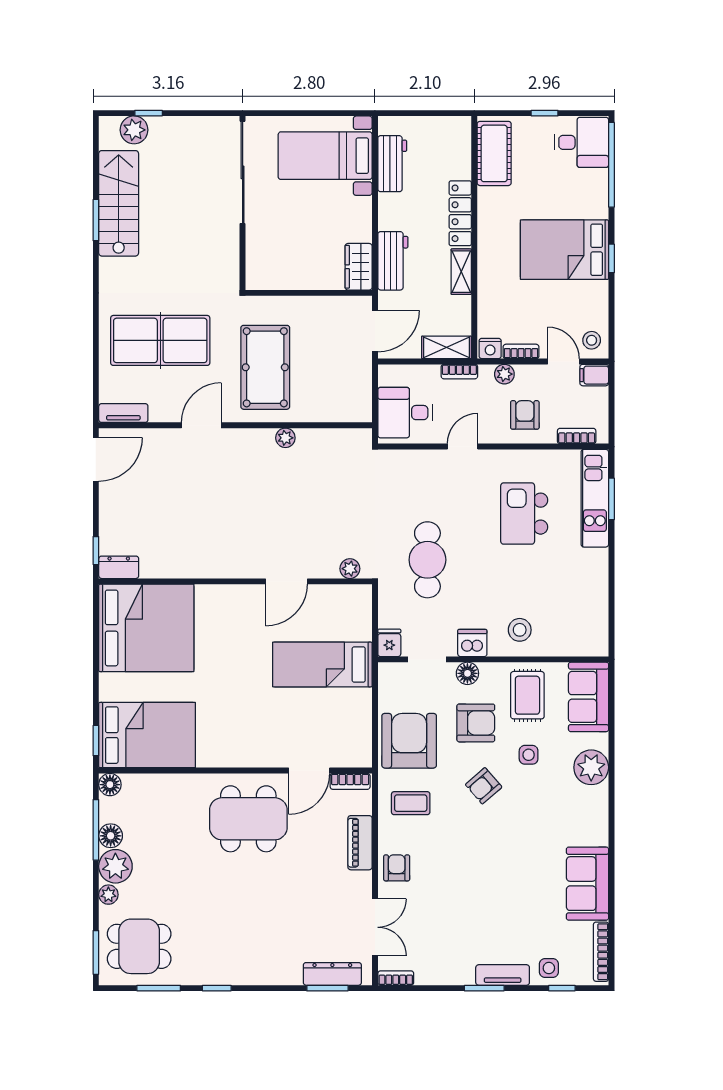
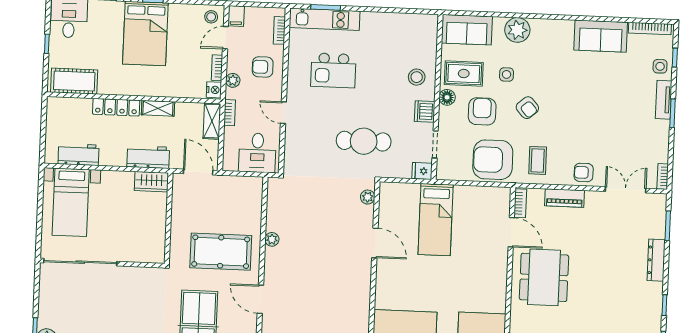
floor lamp: (467, 673) -> (447, 97), moved
dresser: (332, 974) -> (656, 260), moved

